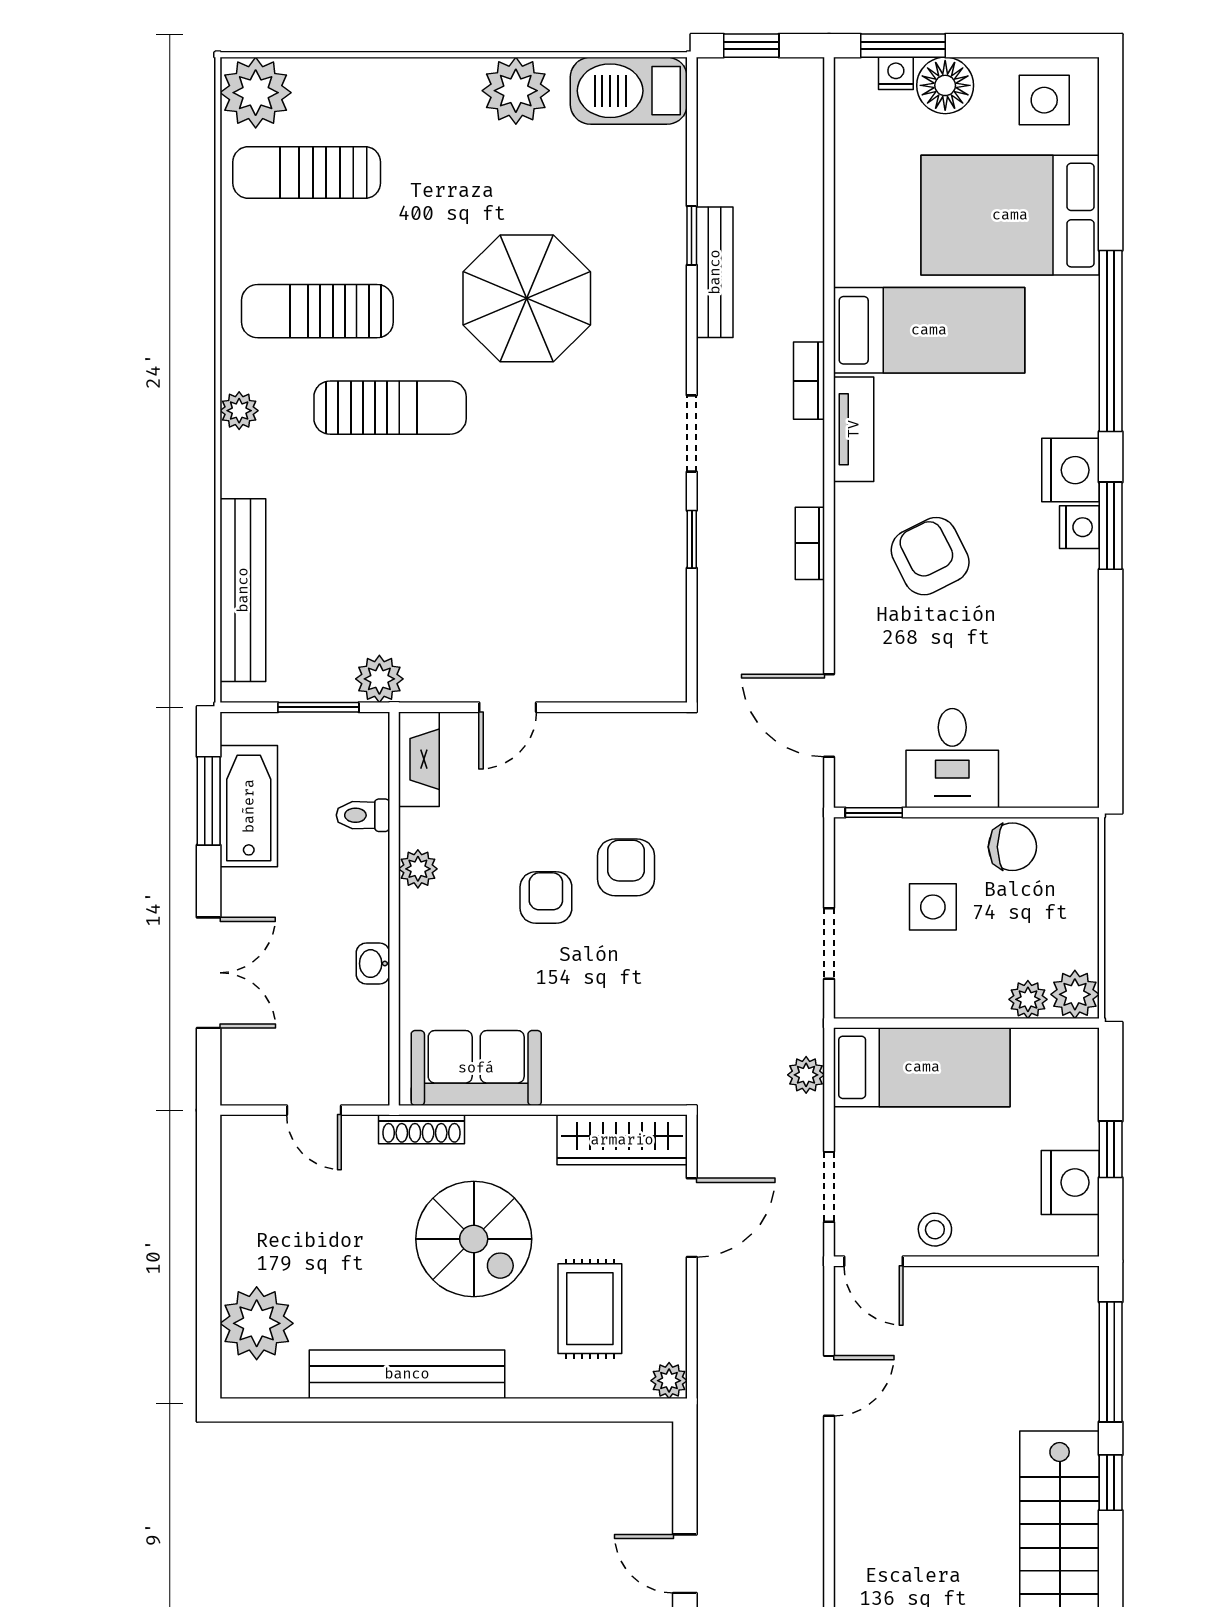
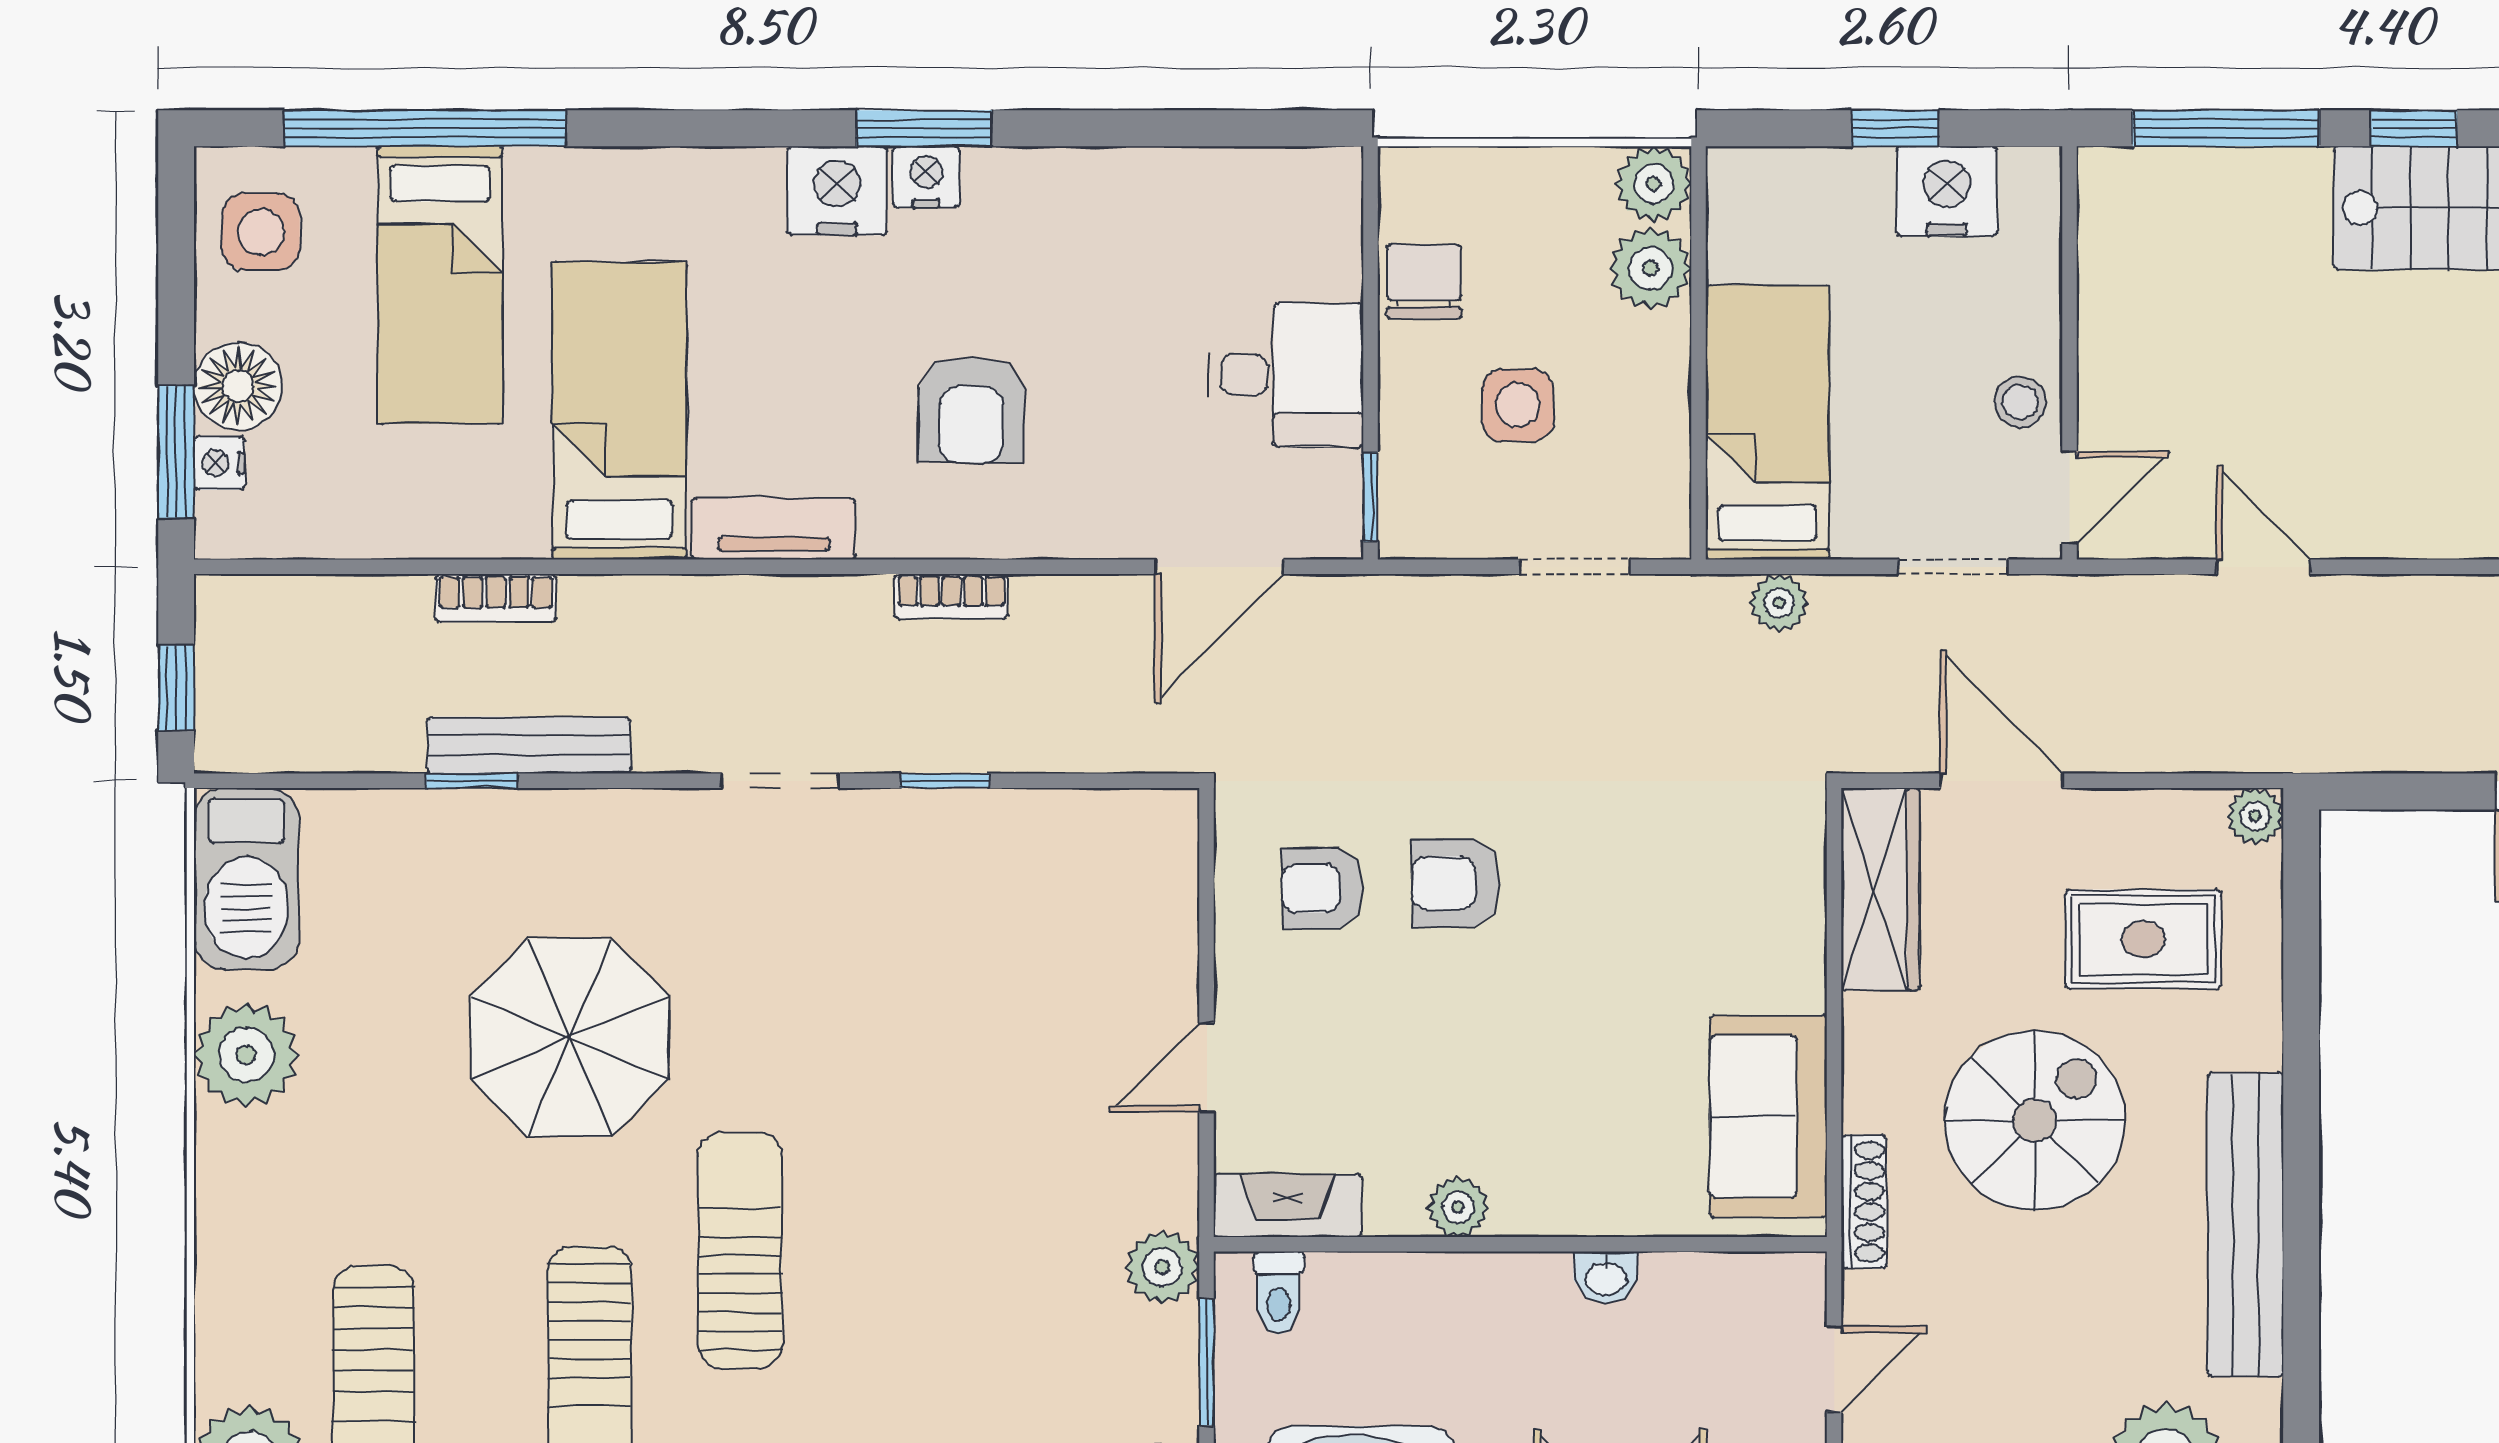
bed: (1010, 215) -> (440, 285), width x0.67
window: (1111, 341) -> (425, 128), moved
bookcase: (809, 381) -> (496, 598), moved
armchair: (930, 556) -> (971, 409), turned -62
door: (508, 707) -> (1207, 1067), swing flipped
toilet: (363, 815) -> (1279, 1293), moved
armchair: (546, 898) -> (1322, 888), moved
plant: (1028, 999) -> (1650, 268), width x1.38, depth x1.38

